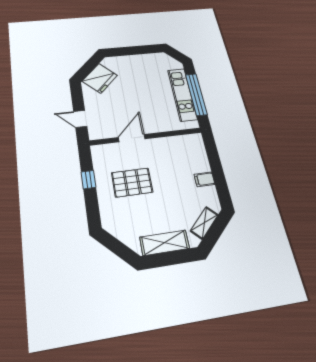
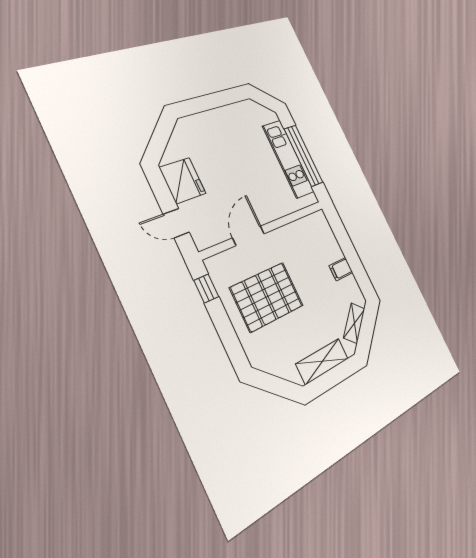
fridge: (100, 78) -> (183, 181), moved, turned -45
window: (88, 180) -> (206, 289), moved
pallet: (132, 182) -> (267, 297), width x1.37, depth x1.41

